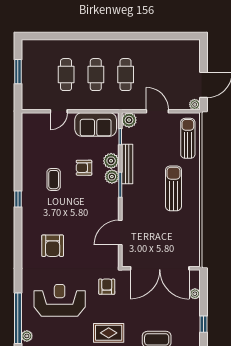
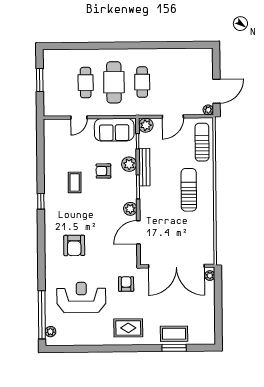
cafe table: (96, 75) -> (114, 82), width x1.37, depth x1.35
door: (157, 111) -> (173, 117), swing flipped
plant: (112, 177) -> (130, 209), moved
plant: (195, 294) -> (210, 276), moved
window: (203, 324) -> (218, 319), removed

